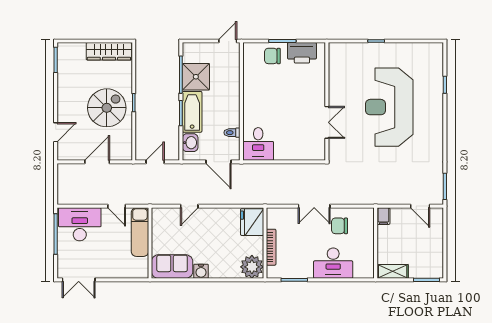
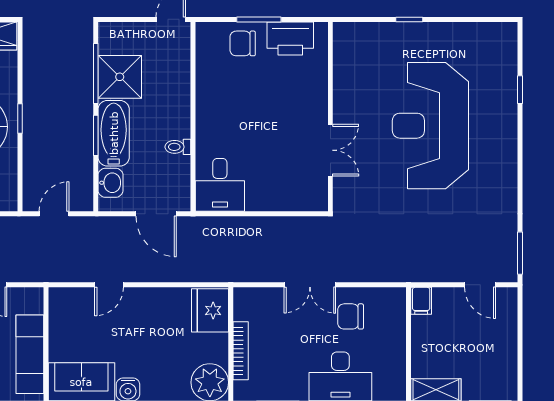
toilet: (232, 133) -> (178, 147), moved
exam couch: (140, 232) -> (30, 354), moved

